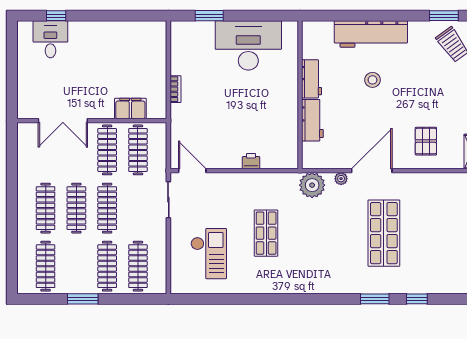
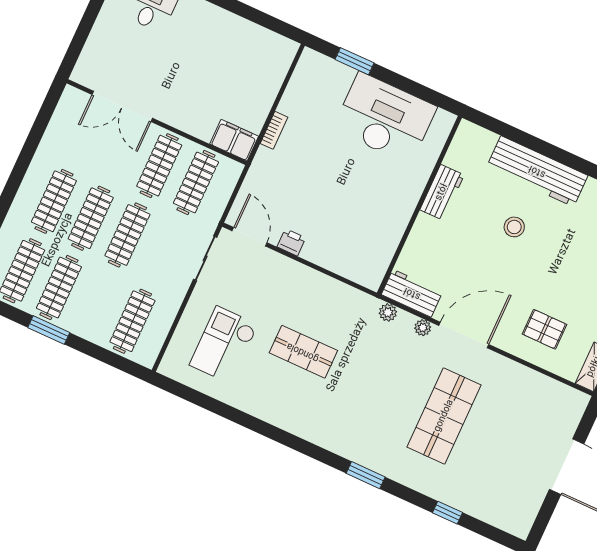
filing cabinet: (130, 109) -> (234, 140), moved
workbench: (312, 120) -> (412, 293), moved, turned -90
pallet: (426, 141) -> (545, 329), turned 90
printer: (251, 161) -> (291, 242), moved
plant: (312, 185) -> (388, 312), width x0.53, depth x0.53
shop shelf: (266, 233) -> (303, 352), turned 90
checkout: (209, 254) -> (224, 345), turned 180
clothes rail: (107, 266) -> (59, 288), moved
window: (375, 299) -> (366, 475), moved

